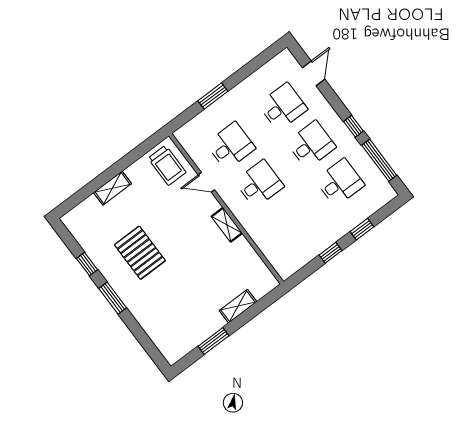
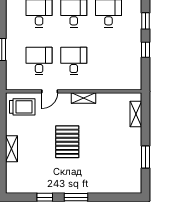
pallet: (140, 253) -> (67, 142), moved, turned 90
shelving: (238, 306) -> (136, 114), moved

